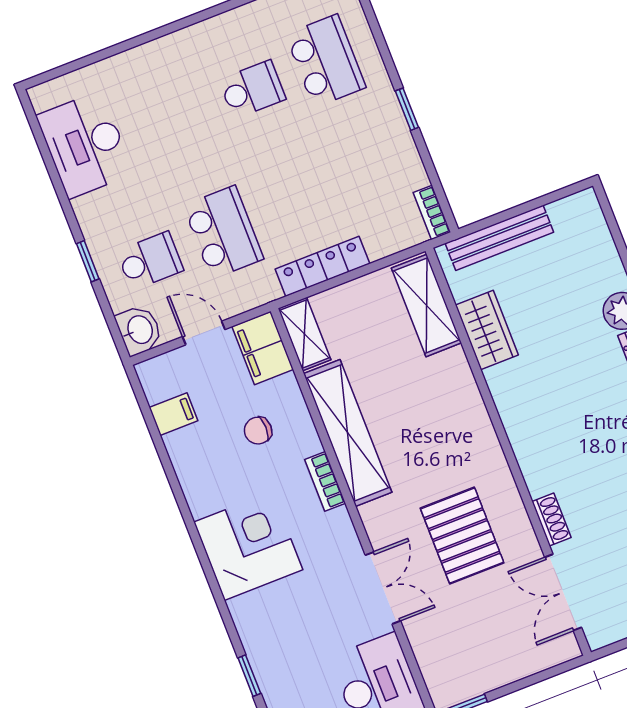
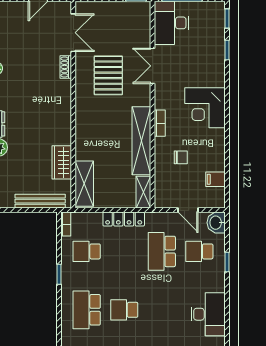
school desk: (370, 175) -> (87, 251), added
filing cabinet: (263, 348) -> (164, 193), removed

